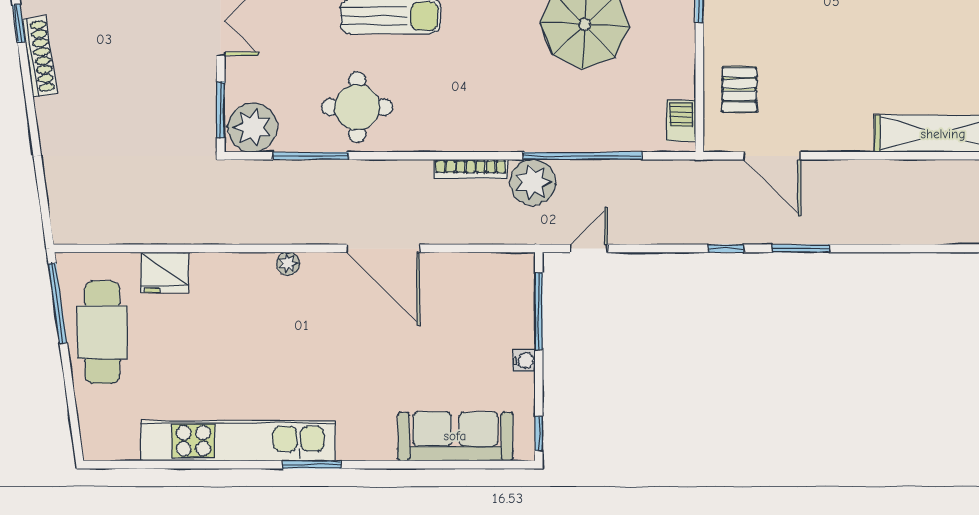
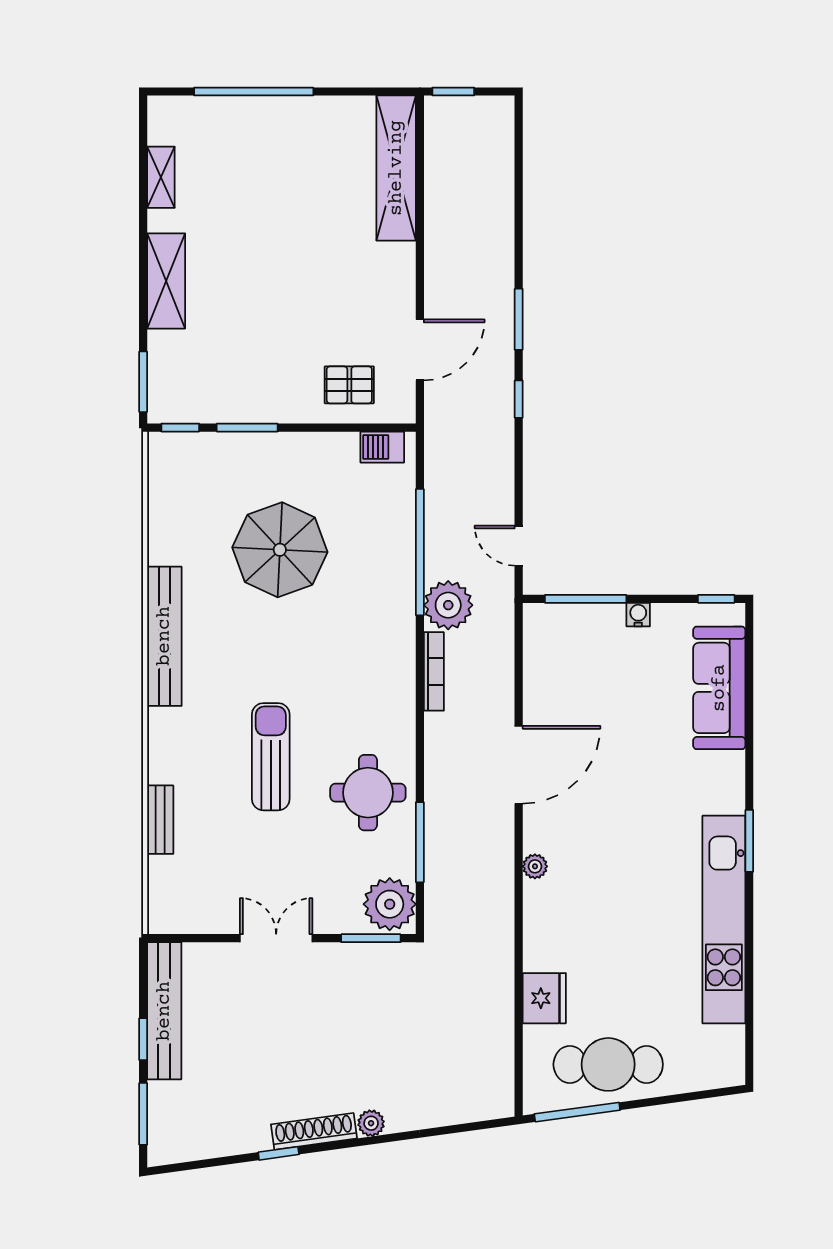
plant: (47, 110) -> (371, 1123), added

